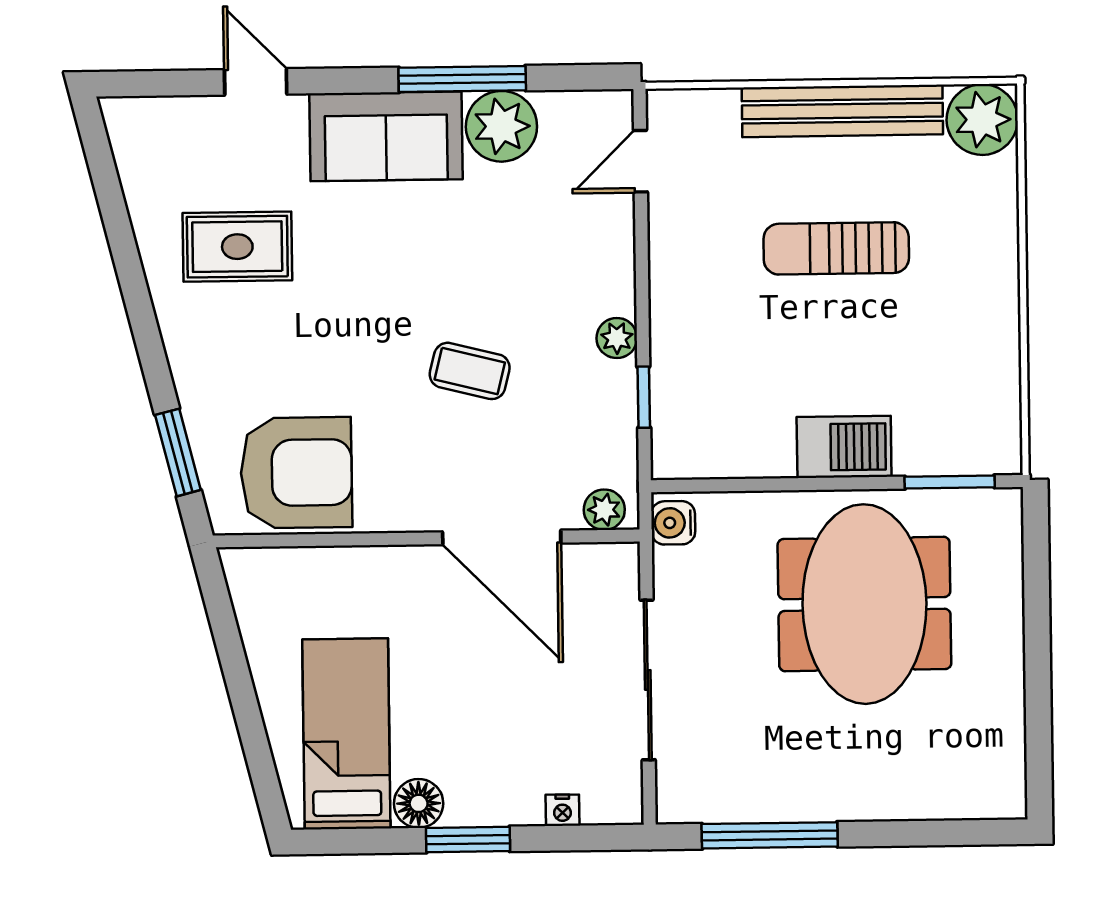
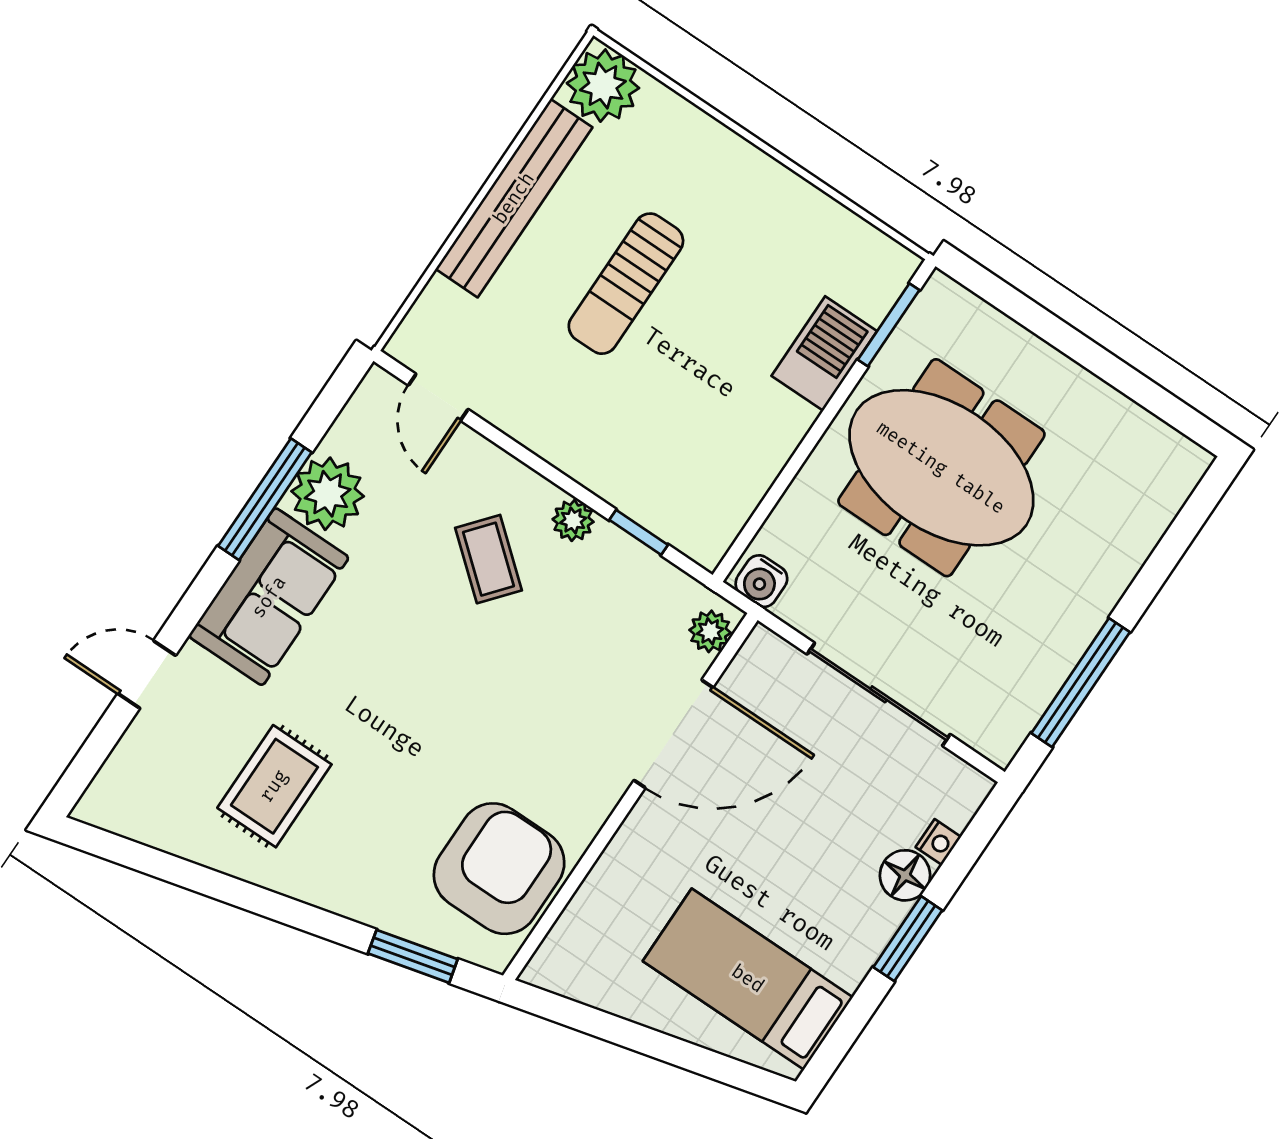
coffee table: (470, 371) -> (489, 559), moved, turned -64
barbecue: (844, 447) -> (824, 353), moved
floor lamp: (419, 803) -> (905, 875), moved

